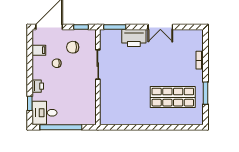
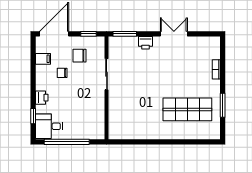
double door: (160, 27) -> (174, 34), swing flipped
printer: (134, 38) -> (145, 43), width x0.53, depth x0.68

